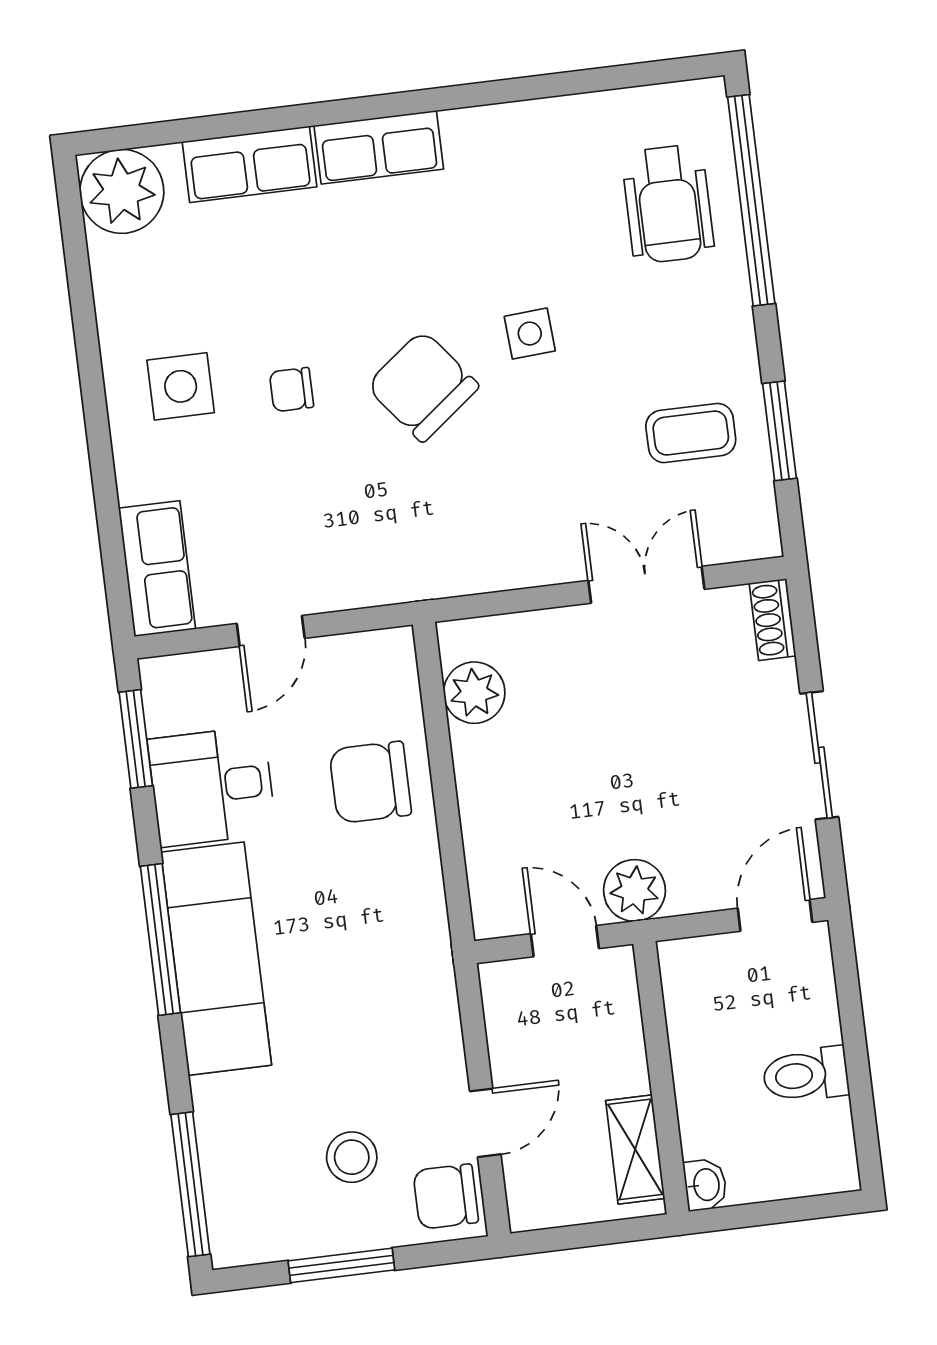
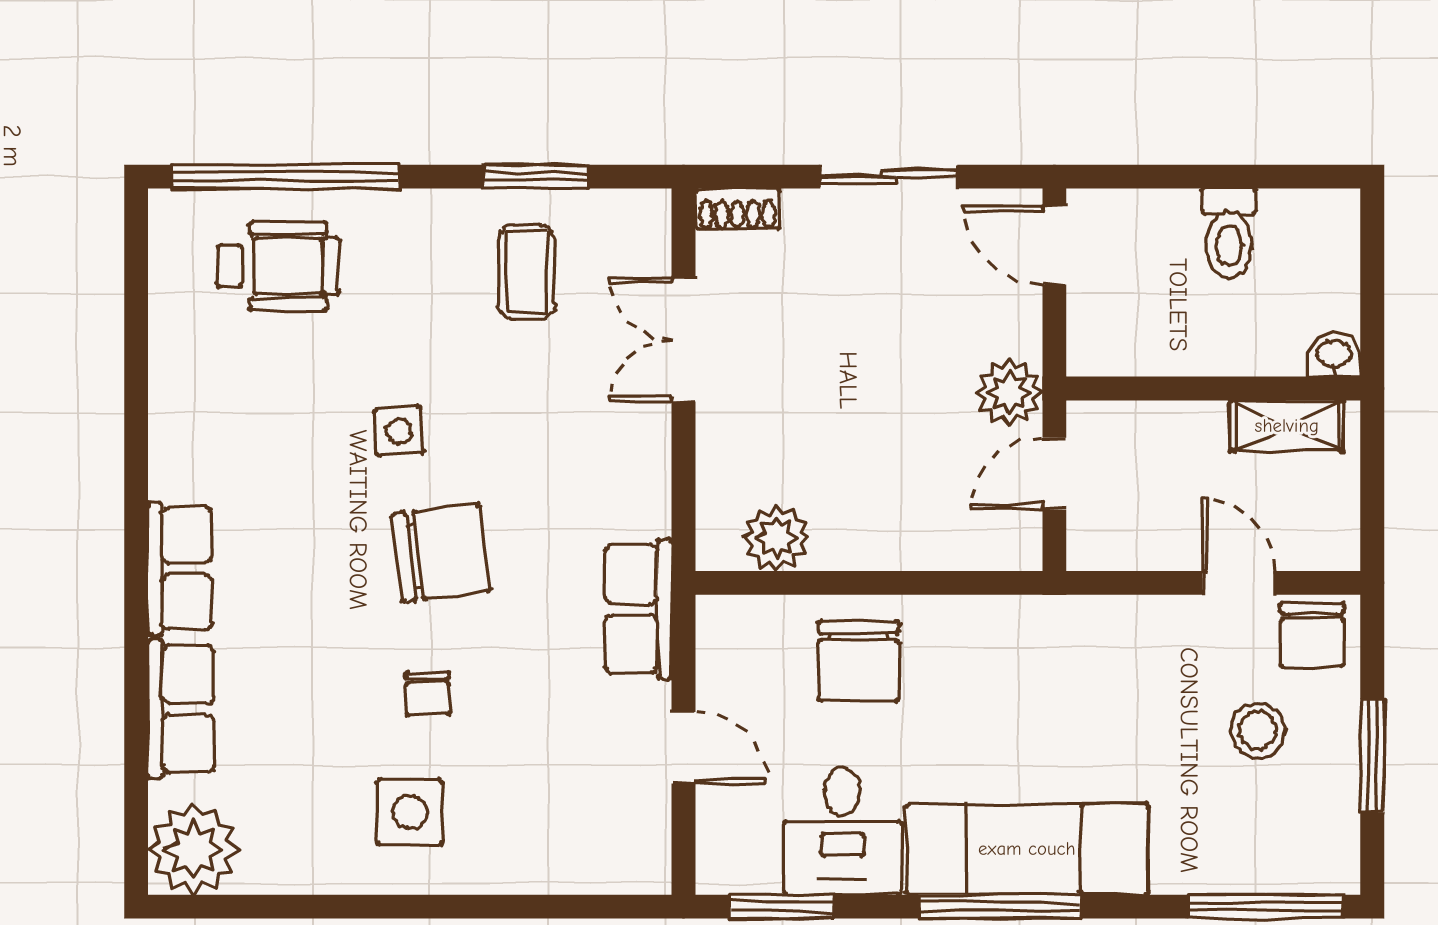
chair: (423, 386) -> (441, 553), turned -149
row of seats: (157, 569) -> (638, 609), moved, turned -90

